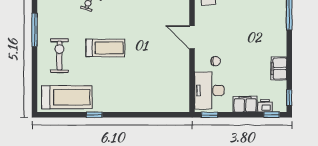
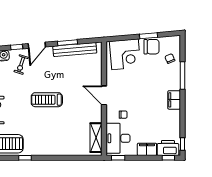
treadmill: (105, 48) -> (47, 100), moved, turned 180
filing cabinet: (279, 69) -> (174, 100), moved
shelving: (182, 90) -> (96, 138), added
printer: (265, 106) -> (168, 148), width x1.87, depth x1.48

